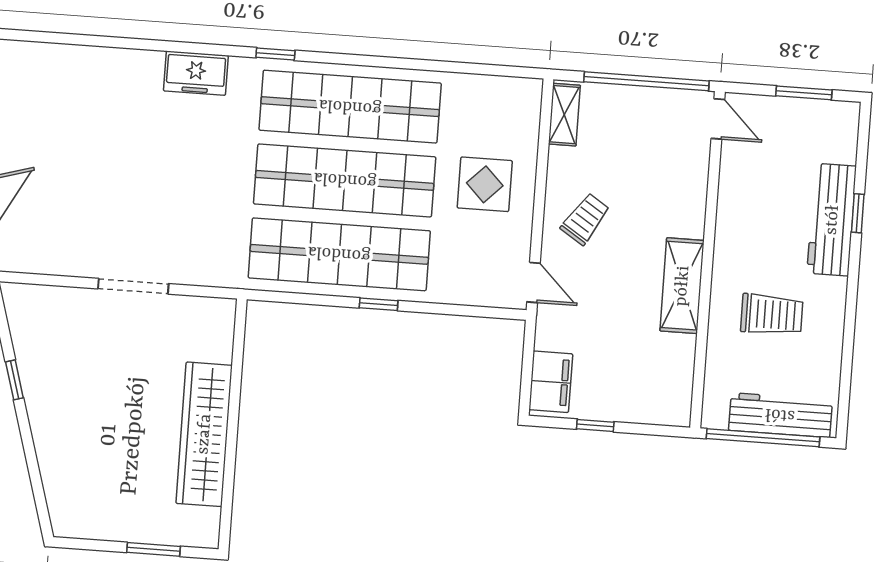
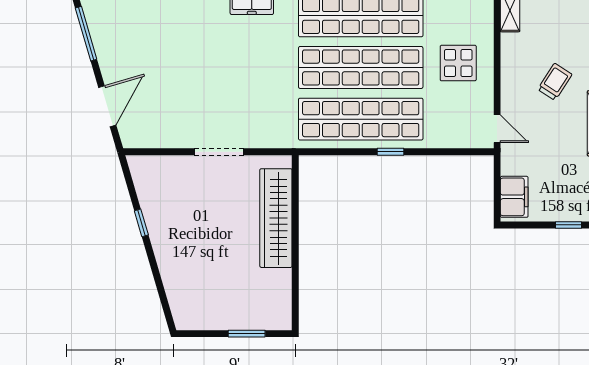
trolley: (585, 219) -> (555, 82), moved
window: (595, 425) -> (568, 225), moved
wardrobe: (204, 434) -> (276, 218), moved

